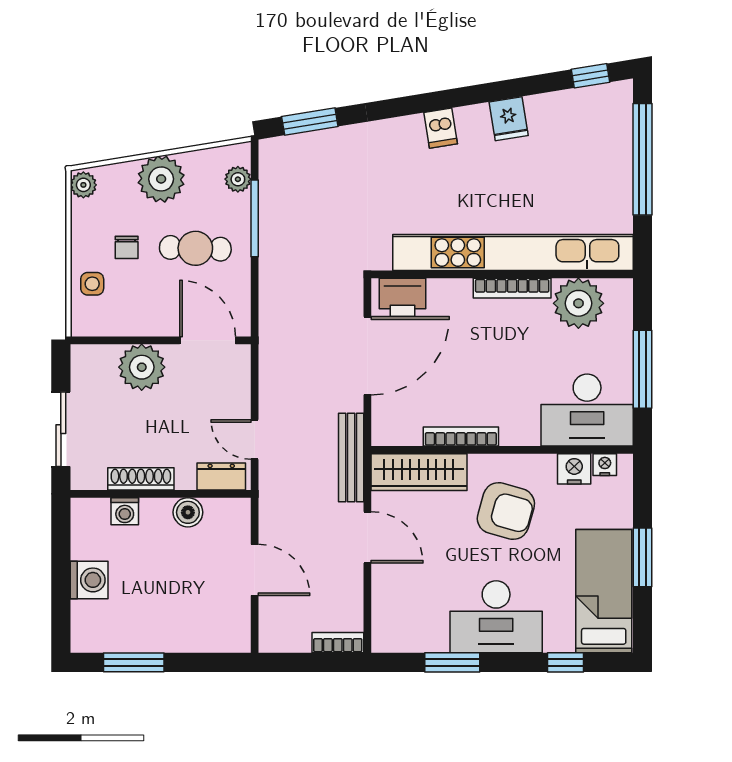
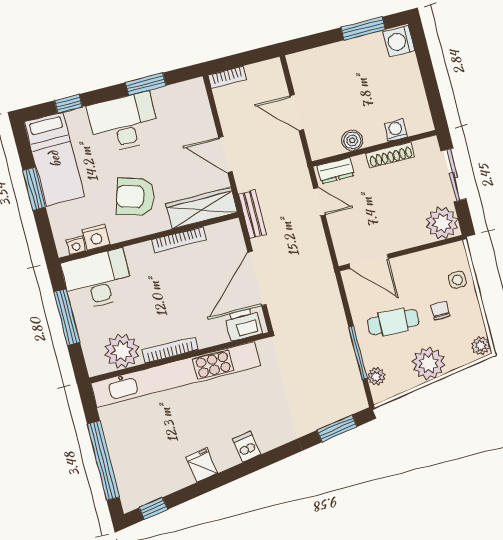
plant: (142, 367) -> (442, 223), moved
bench: (351, 457) -> (252, 214), width x0.73
washing machine: (89, 580) -> (399, 41), moved

